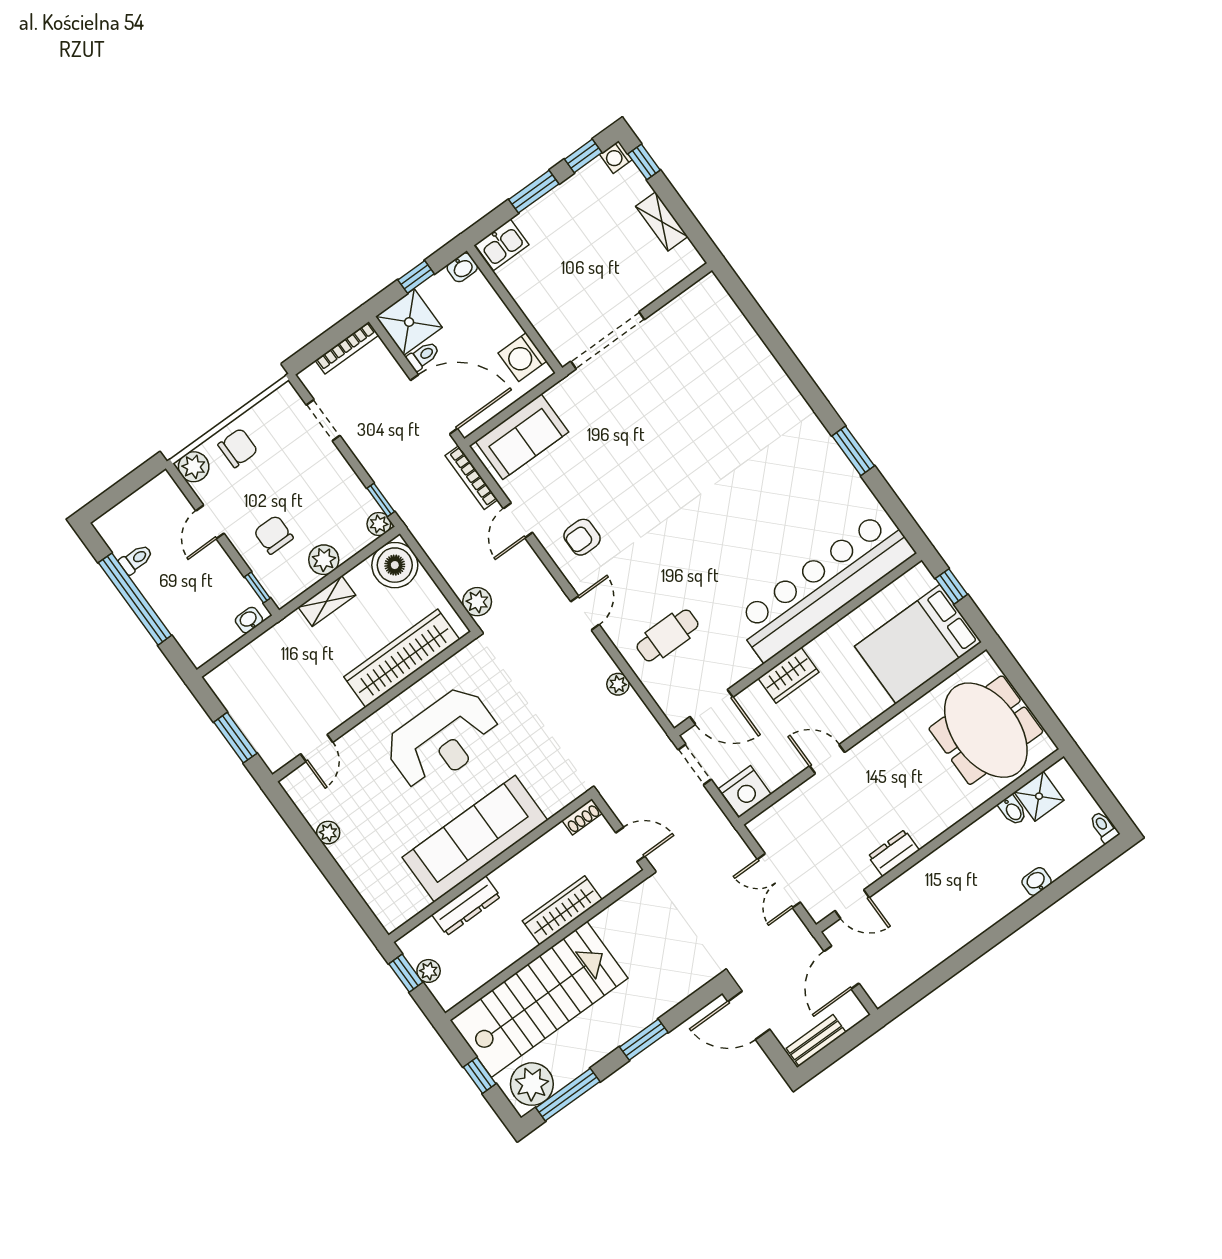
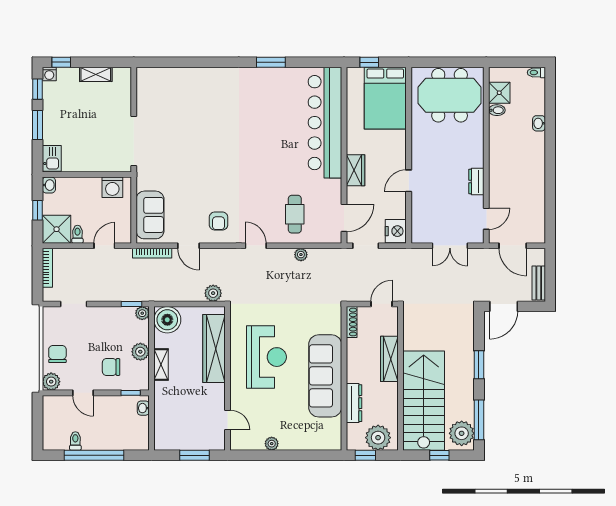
door: (434, 404) -> (104, 246), width x0.53
shoe rack: (582, 817) -> (352, 322), width x1.43
plant: (429, 971) -> (378, 438), width x1.88, depth x1.88

